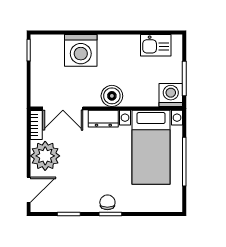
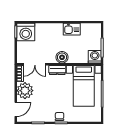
kitchen sink: (156, 45) -> (72, 29), moved
washing machine: (81, 50) -> (26, 32), moved

